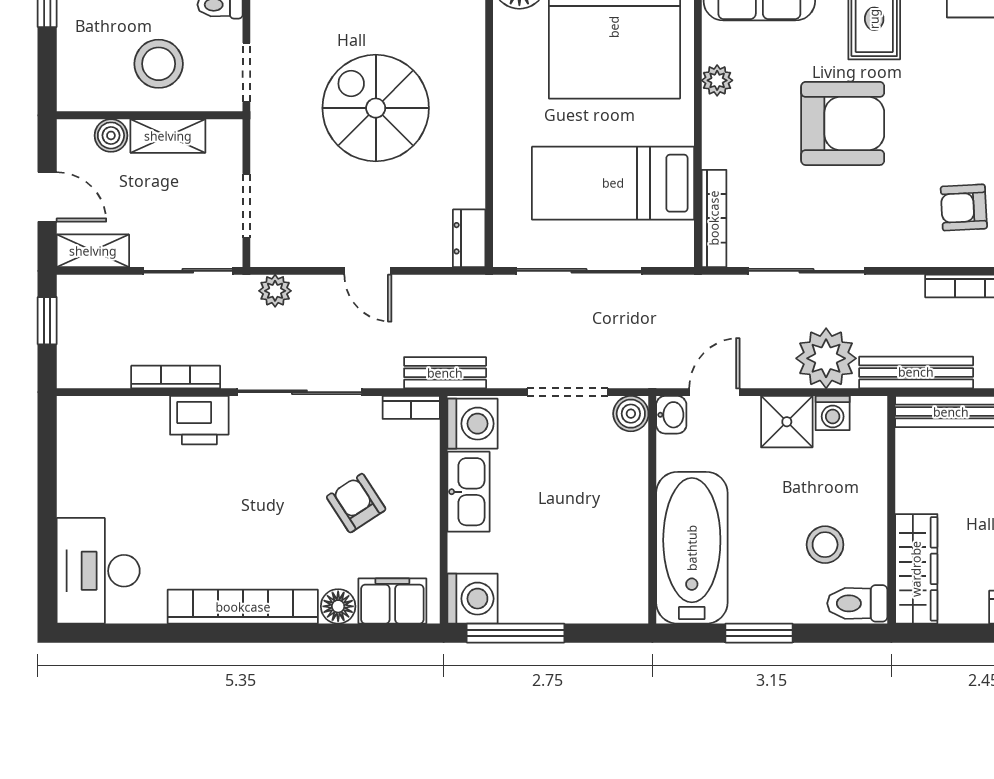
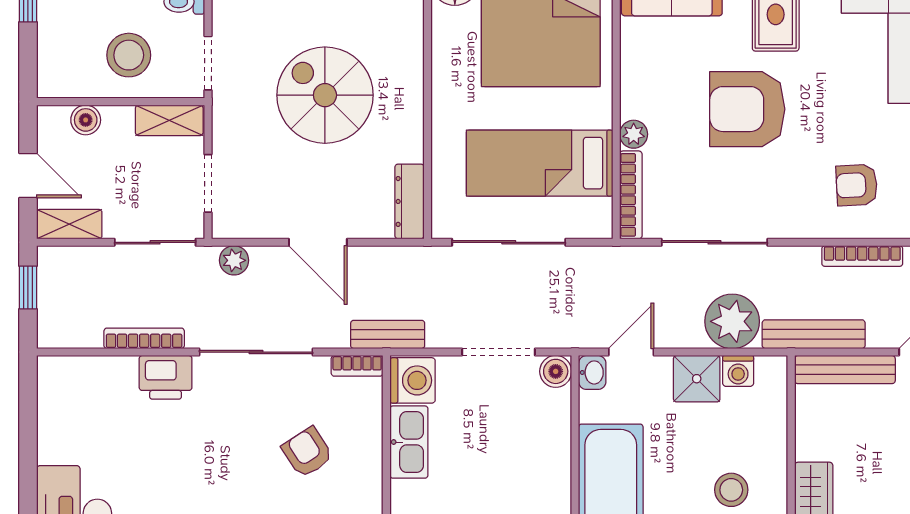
plant: (717, 80) -> (634, 134), moved
armchair: (843, 123) -> (747, 109), turned 180
shelving: (168, 136) -> (169, 120), moved
dresser: (469, 238) -> (410, 201), width x1.44
door: (368, 271) -> (318, 242), width x1.37

